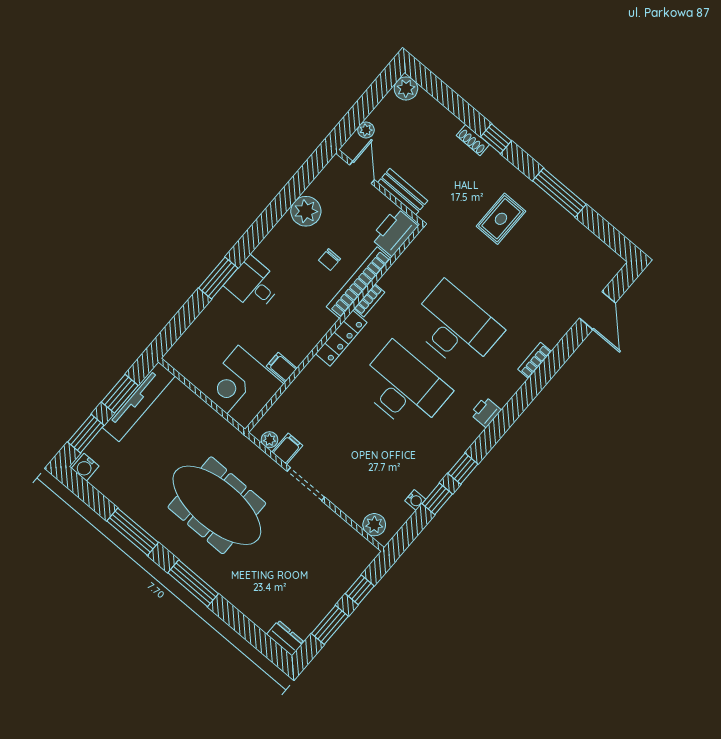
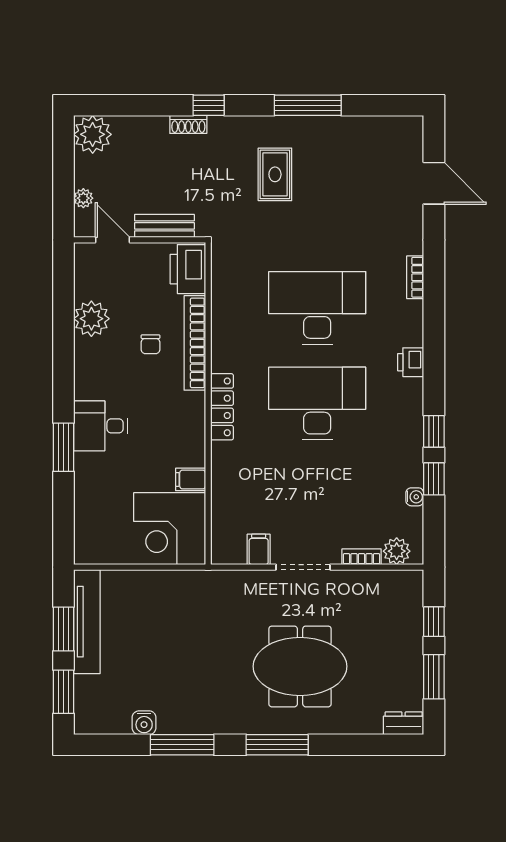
plant: (406, 88) -> (93, 134), width x1.36, depth x1.36
bookcase: (369, 300) -> (362, 557), moved, turned -90
plant: (270, 440) -> (235, 555), removed
water cooler: (85, 467) -> (144, 723), moved
meeting table: (217, 505) -> (300, 666), moved, width x0.73

